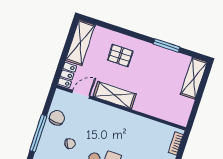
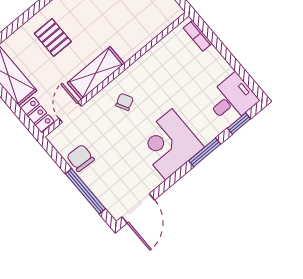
pallet: (120, 55) -> (53, 38), turned 90
chair: (70, 144) -> (125, 102), moved

